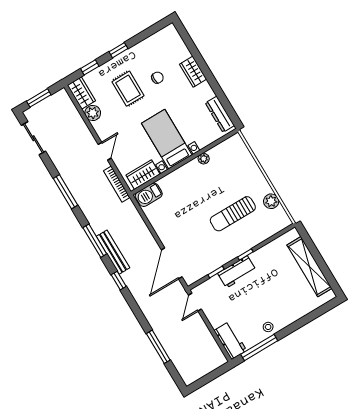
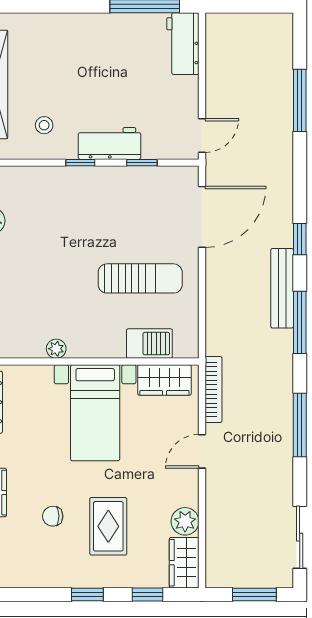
barbecue: (149, 195) -> (149, 344), moved
sun lounger: (233, 214) -> (140, 278), moved
stool: (268, 327) -> (44, 125), moved

